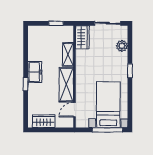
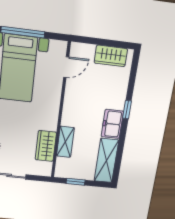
wardrobe: (82, 37) -> (46, 146), moved
shelving: (66, 85) -> (106, 161), moved

